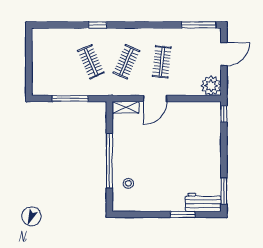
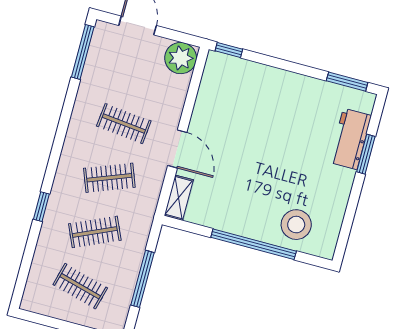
clothes rail: (55, 62) -> (80, 286), added
clothes rail: (126, 62) -> (109, 178), turned -45
stool: (128, 183) -> (296, 225), width x1.89, depth x1.89
workbench: (203, 202) -> (350, 139), moved

